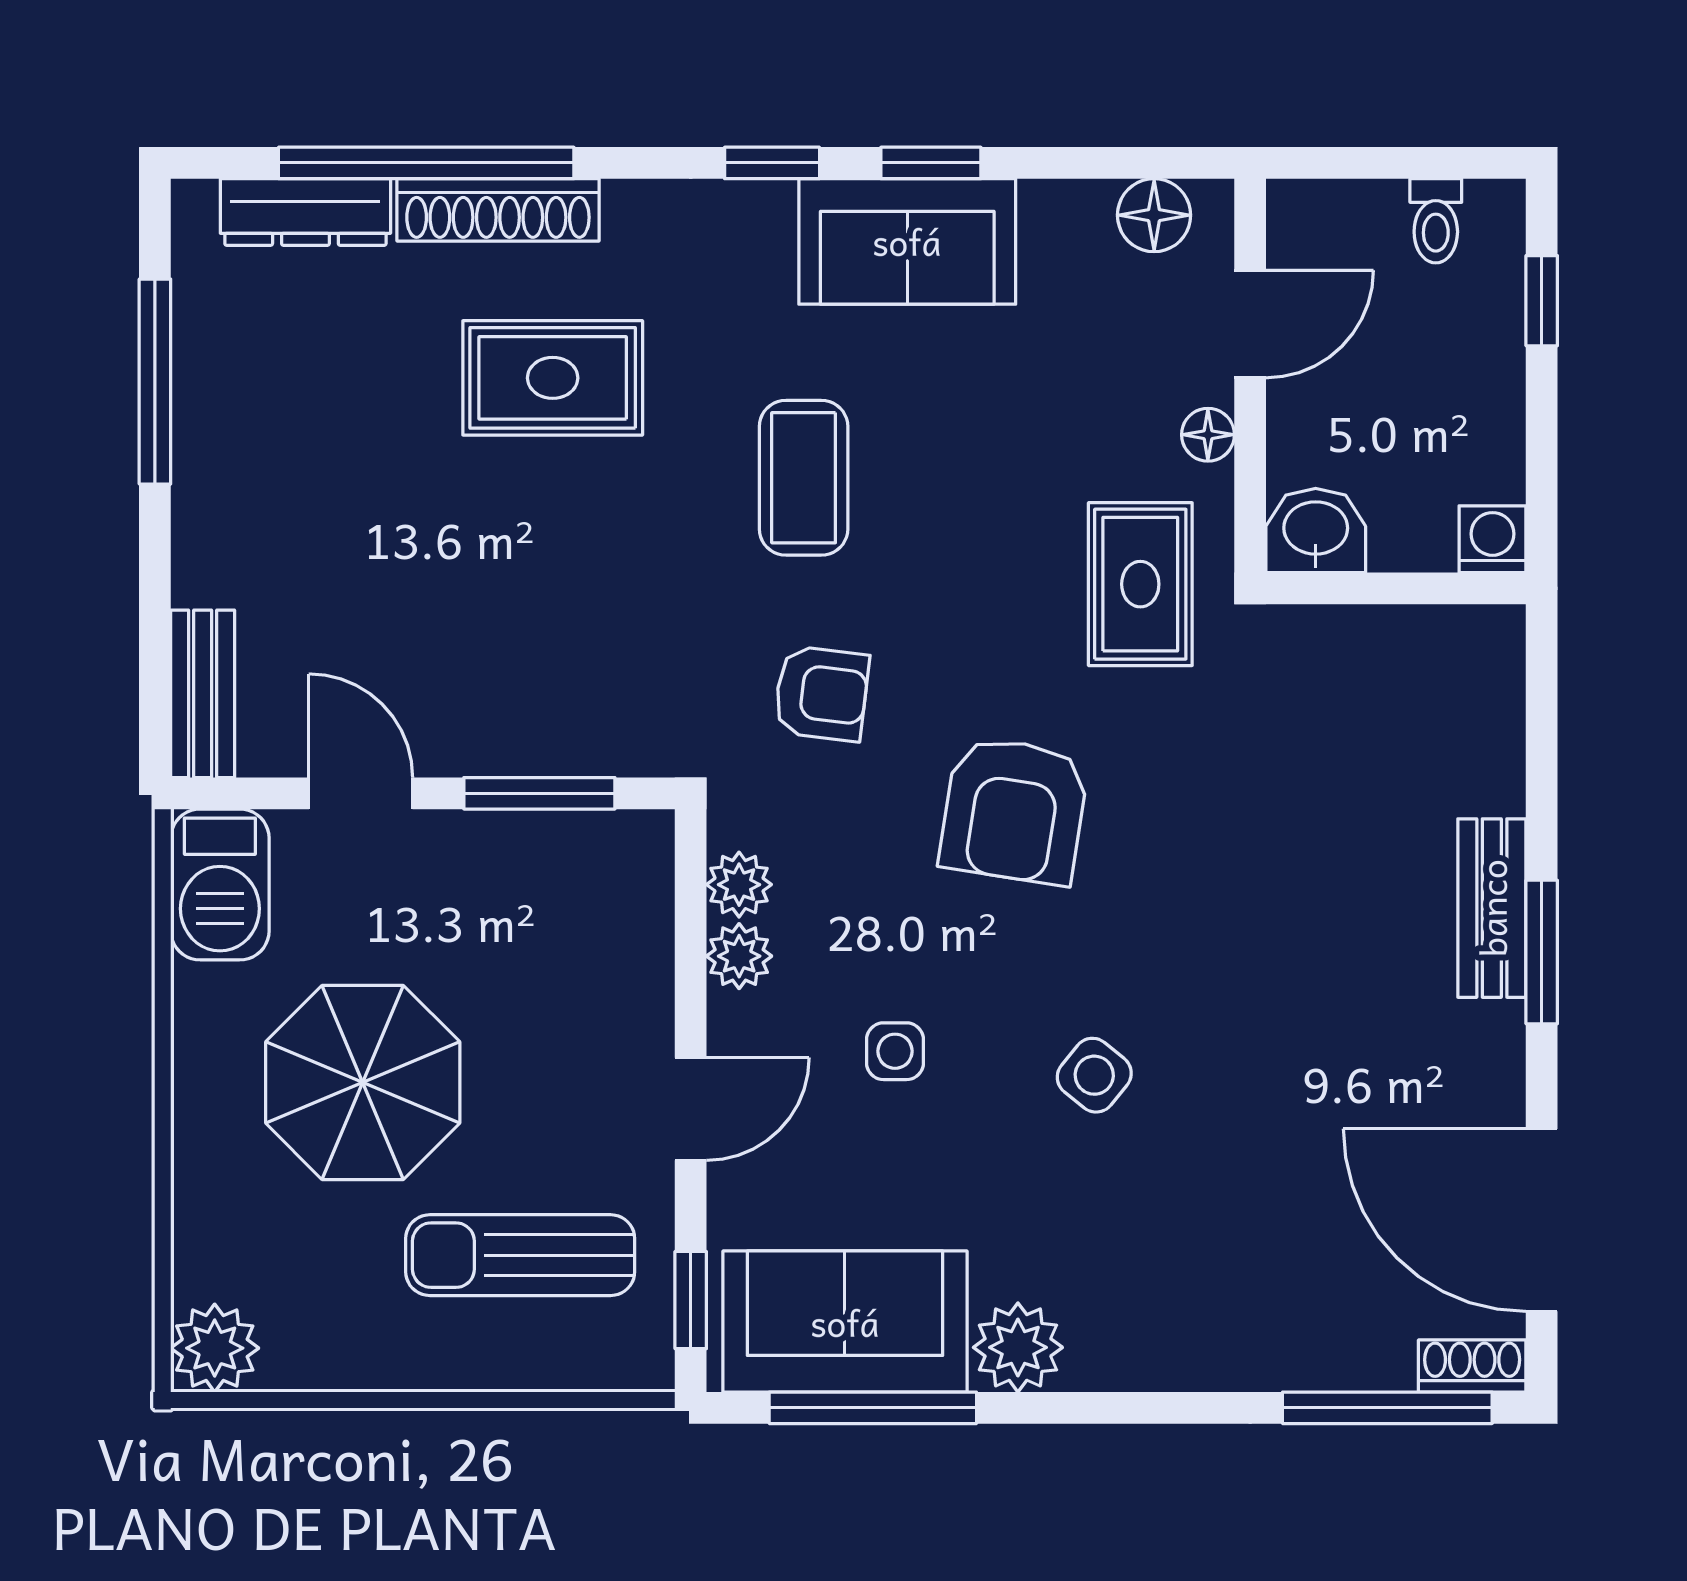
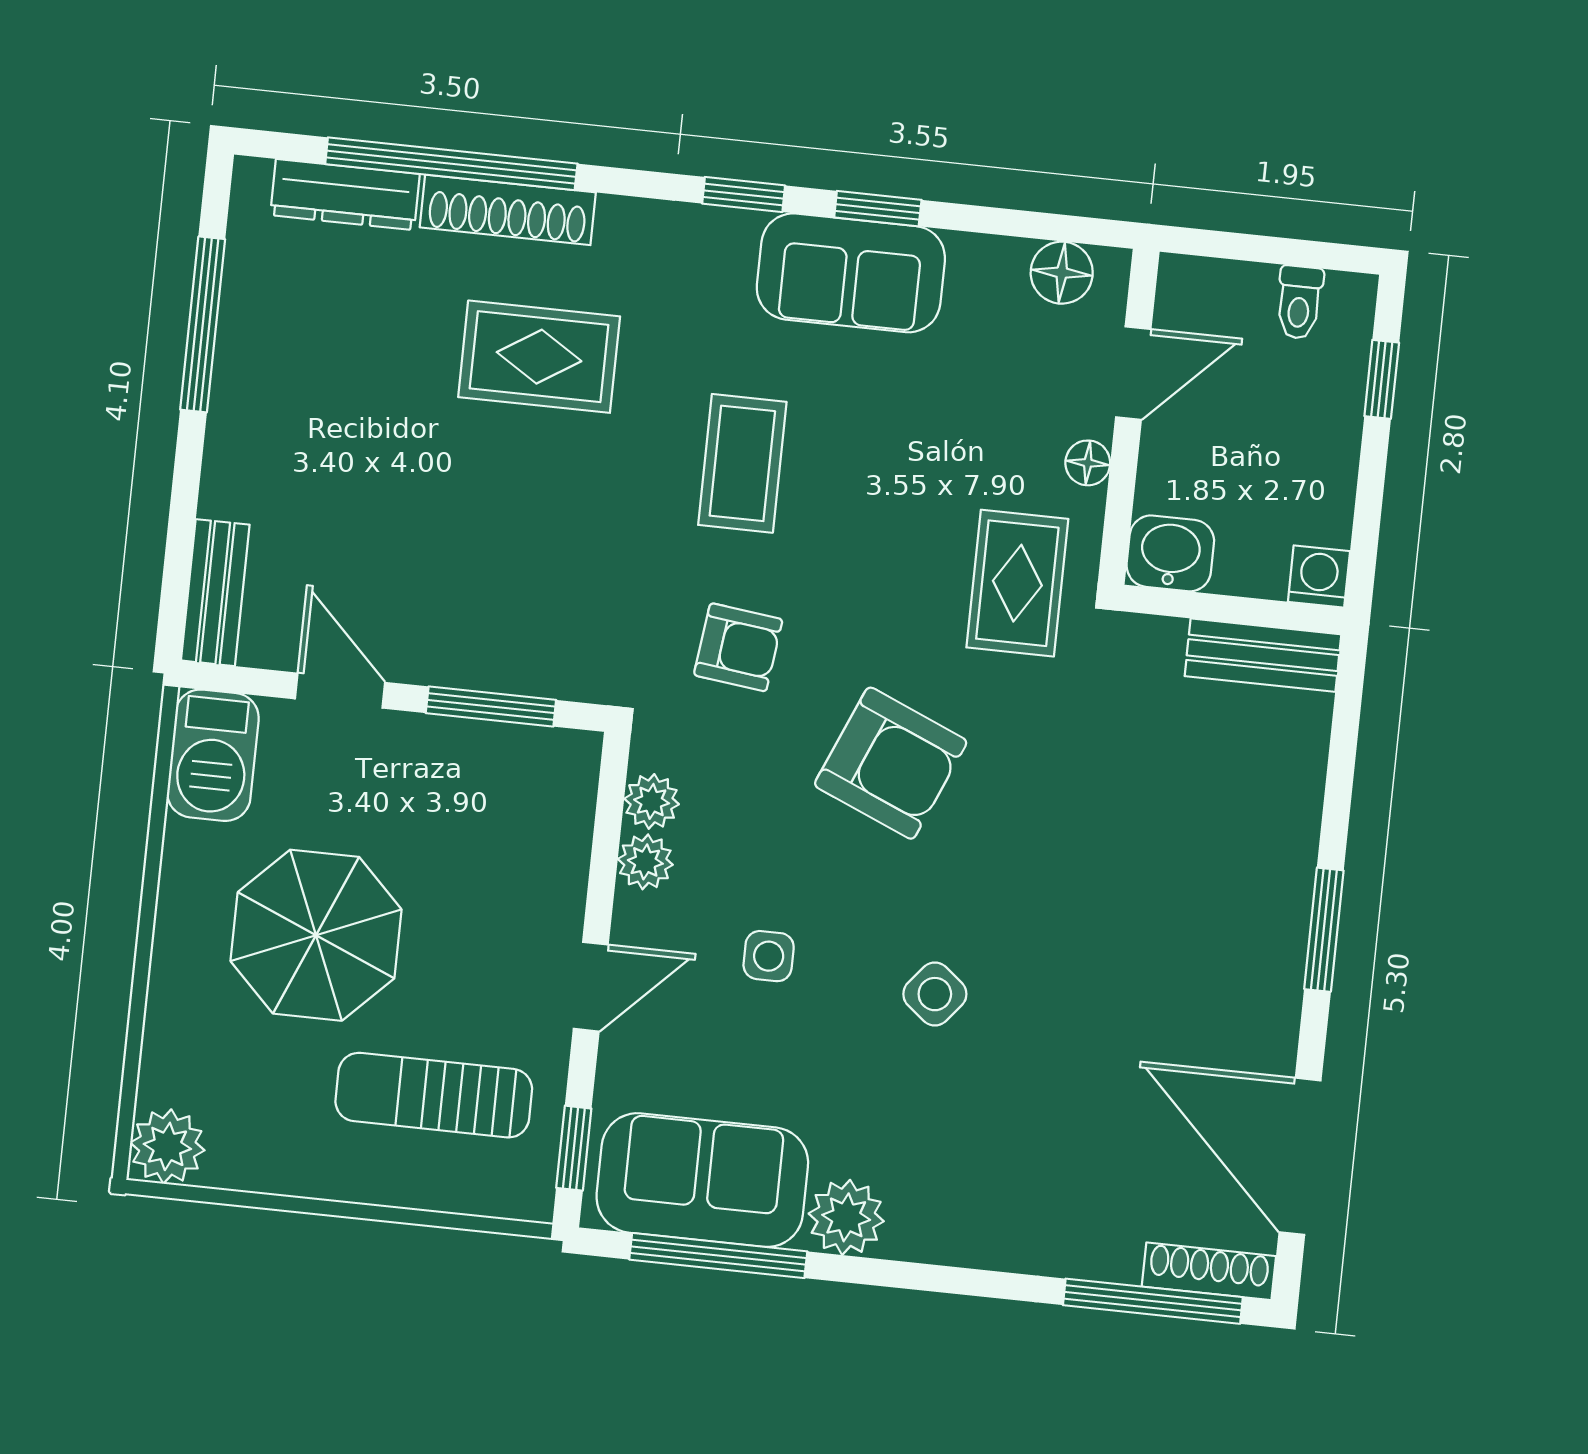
armchair: (1014, 810) -> (891, 763), turned -76
bench: (1492, 908) -> (1263, 655), moved, turned 90
shoe rack: (1472, 1366) -> (1209, 1271), width x1.43

